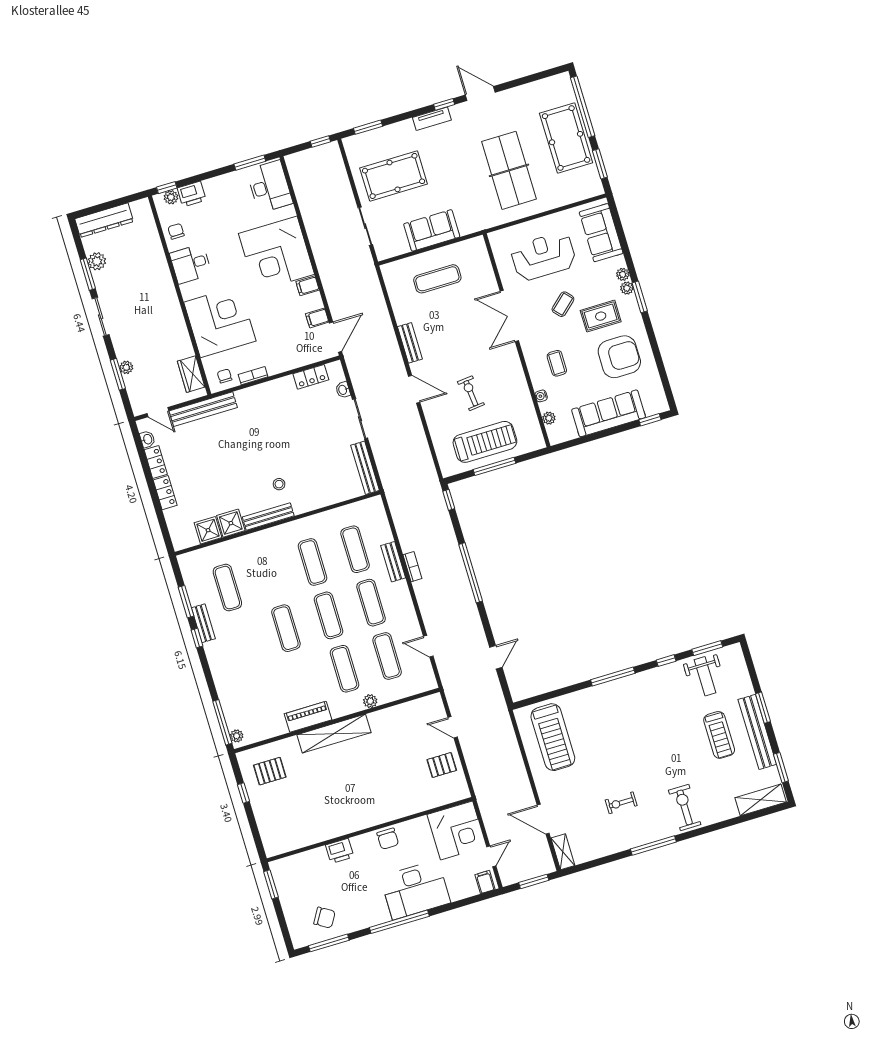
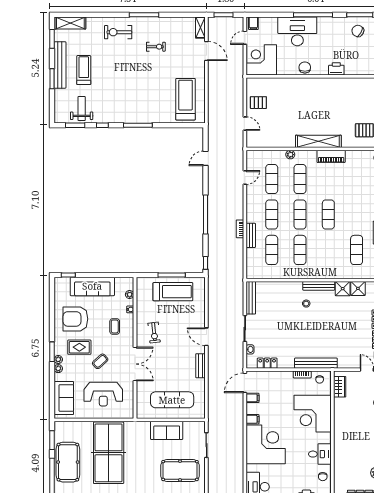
table tennis table: (509, 170) -> (109, 453), width x1.36, depth x1.32
exercise mat: (437, 279) -> (172, 400), width x1.36, depth x1.45
exercise bike: (471, 393) -> (154, 333), moved
bench: (203, 409) -> (316, 363), moved
treadmill: (485, 442) -> (173, 292), turned 180
door: (428, 646) -> (245, 177), hinge flipped
exercise bike: (685, 807) -> (118, 32), turned 90

